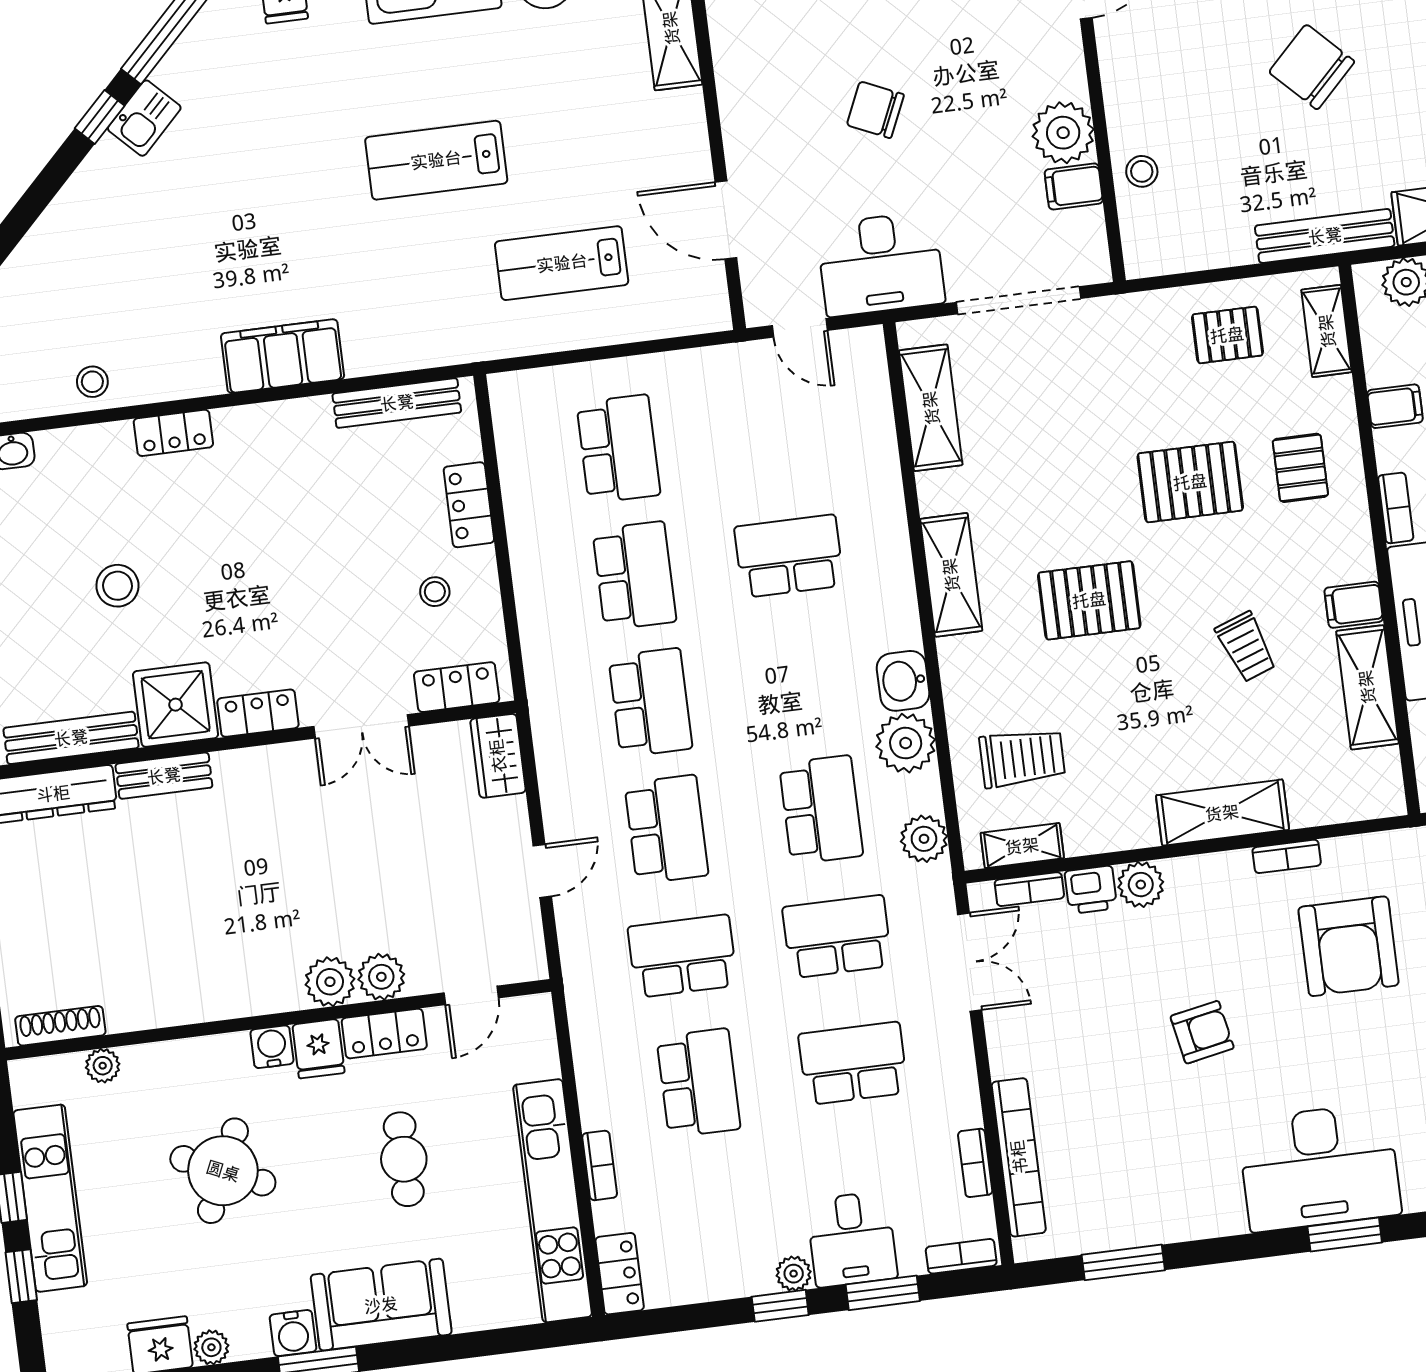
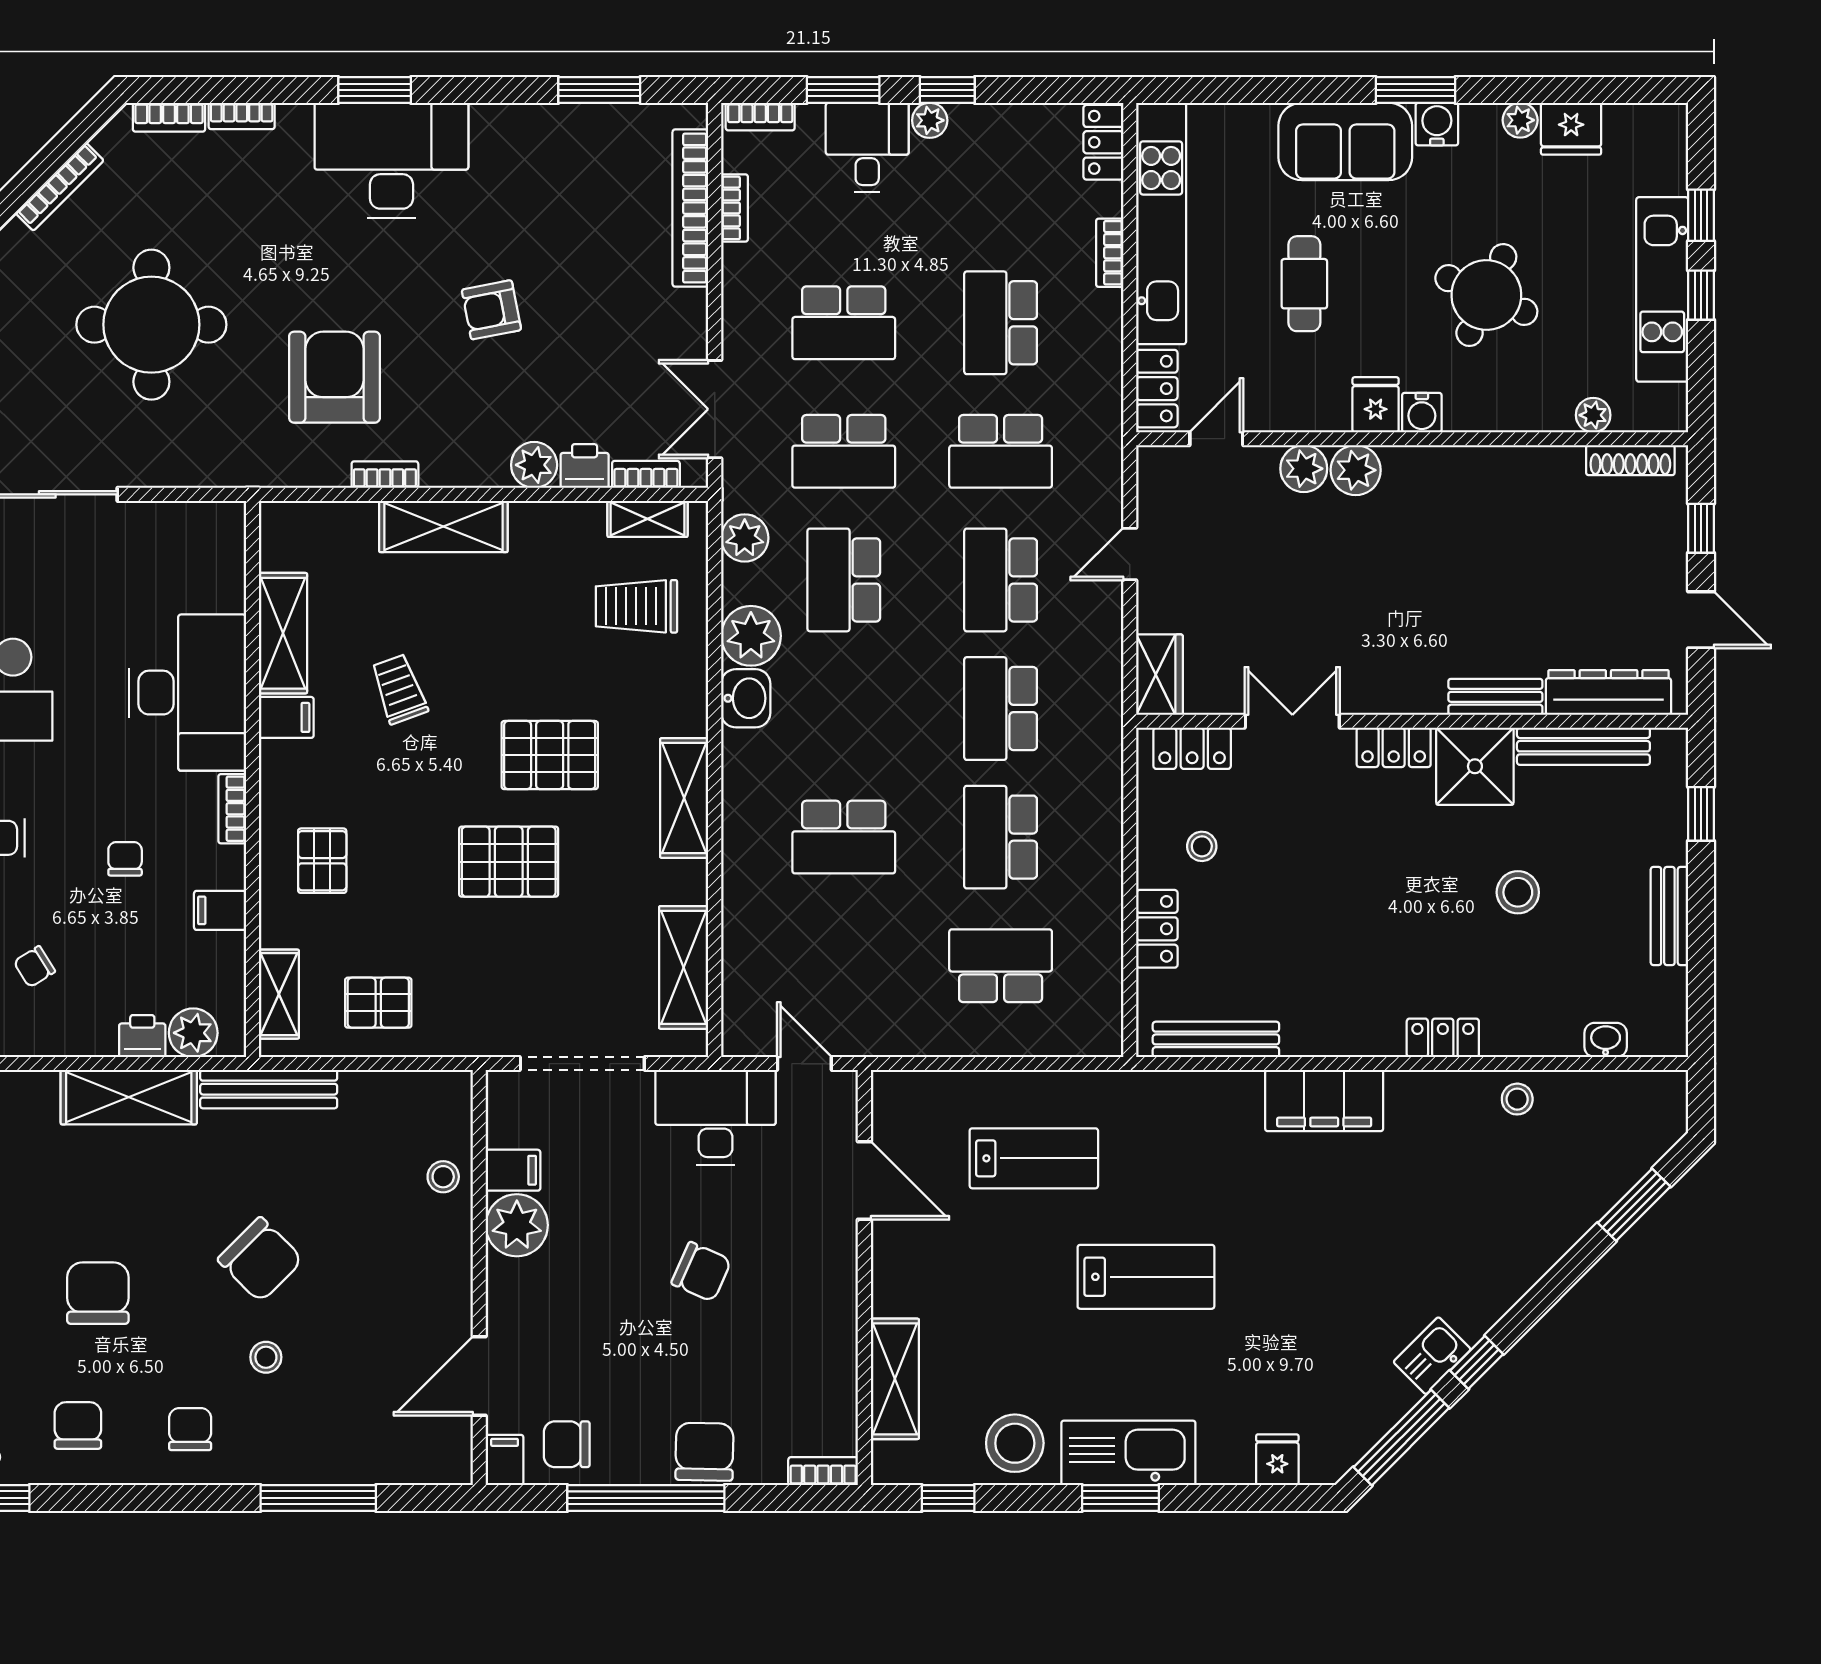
school desk: (618, 449) -> (1001, 966), turned 90
pallet: (1190, 482) -> (509, 862), moved
locker: (384, 1034) -> (1157, 389), moved, turned 90

